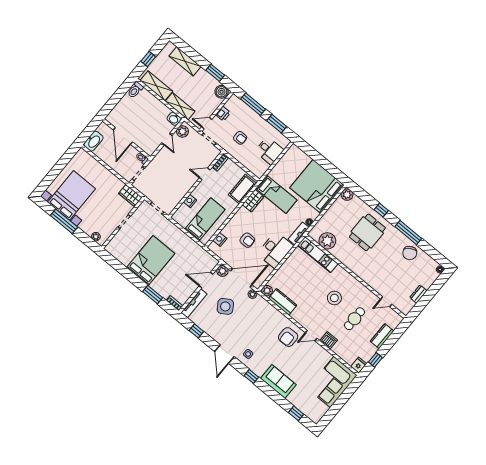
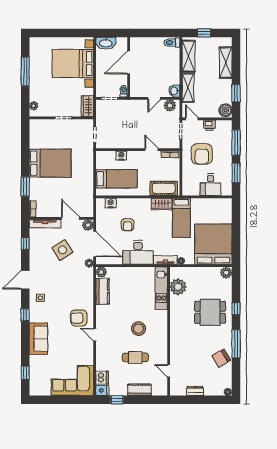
armchair: (240, 138) -> (202, 154), width x1.88, depth x1.88
bed with nightstands: (72, 195) -> (73, 64), moved, turned 180
dishwasher: (329, 340) -> (102, 378), moved

